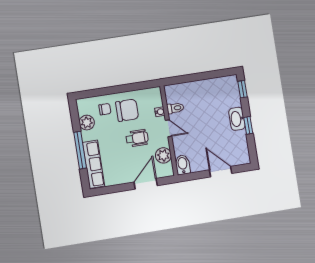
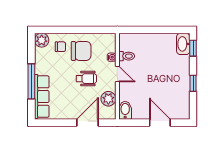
washbasin: (237, 119) -> (183, 44), moved
plant: (87, 123) -> (42, 40), moved

